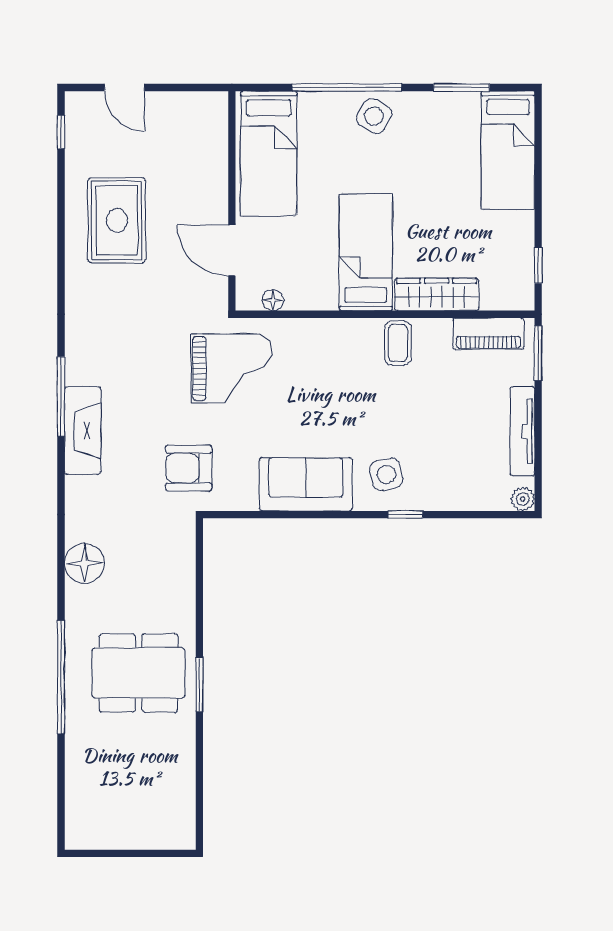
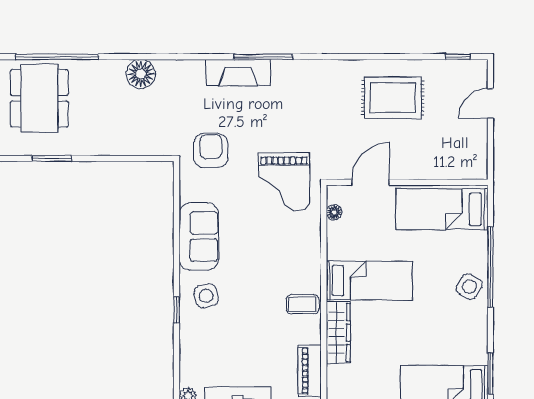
window: (462, 87) -> (490, 374), moved
dining table: (139, 673) -> (39, 98), moved

